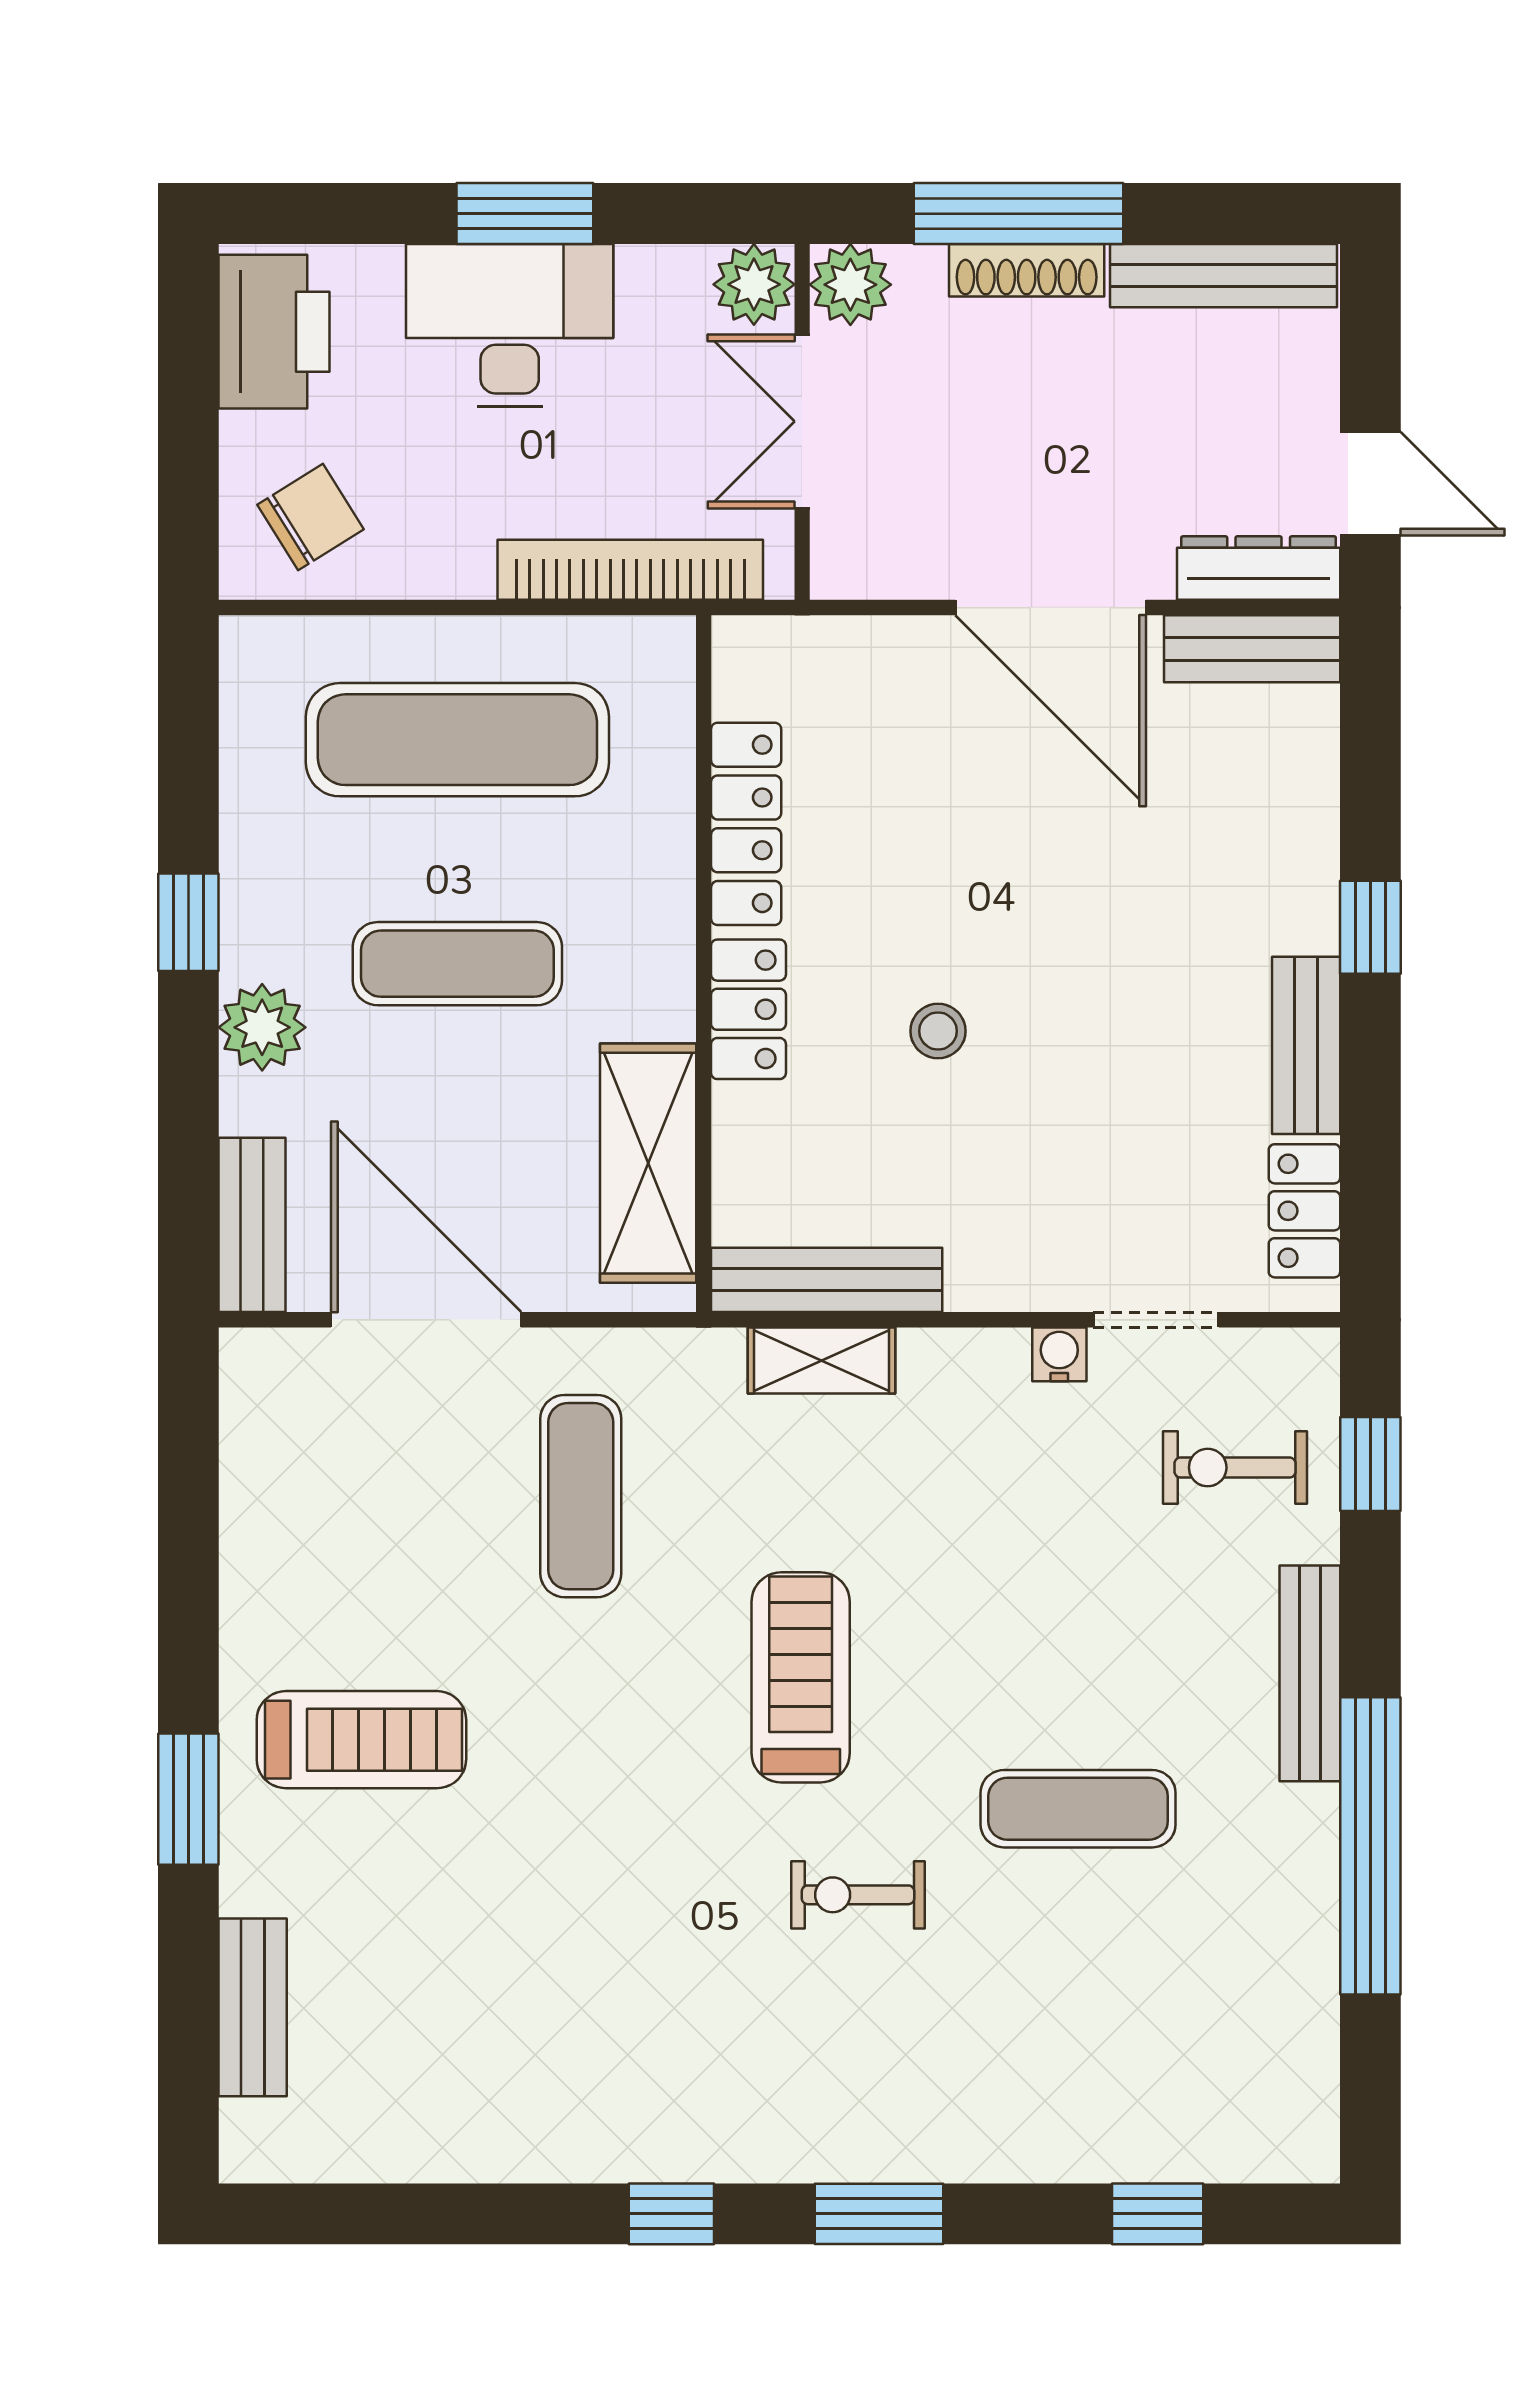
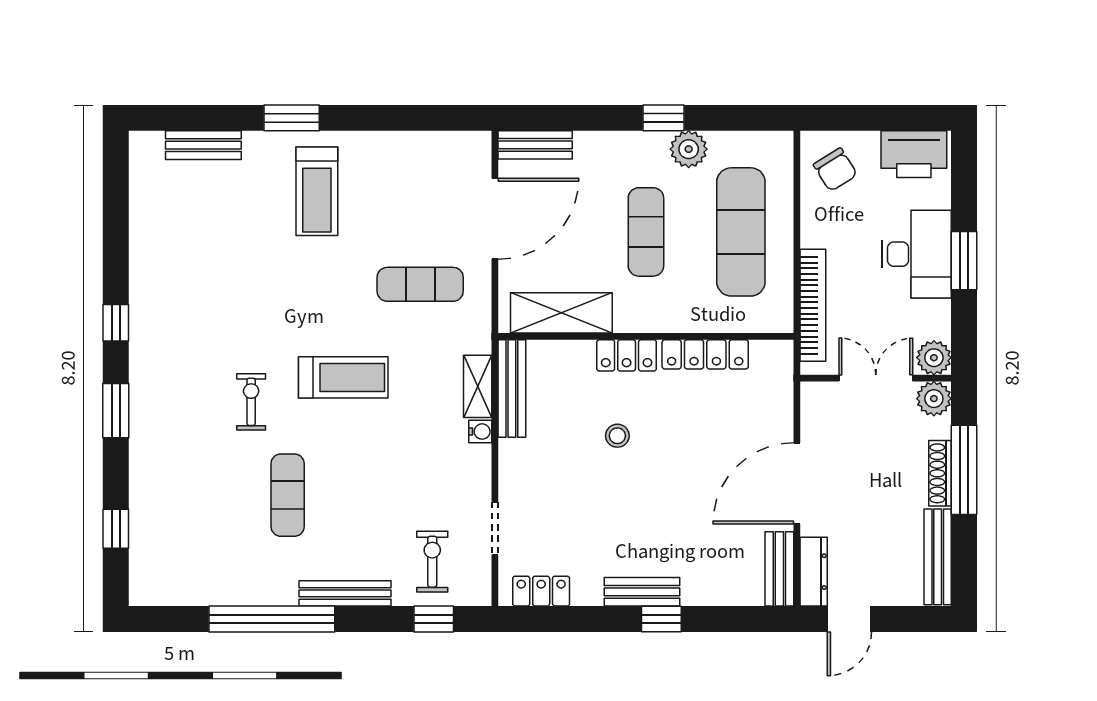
plant: (262, 1027) -> (689, 149), moved
bench: (1306, 1045) -> (642, 592), moved
water cooler: (1059, 1354) -> (480, 432), moved

